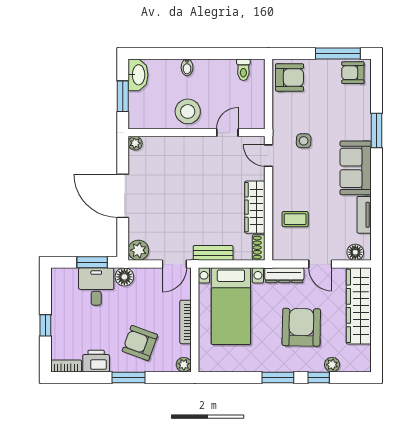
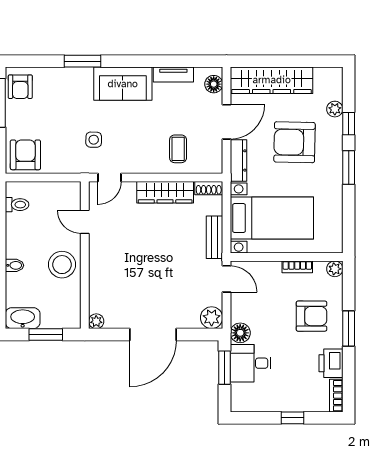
door: (320, 264) -> (226, 122), width x1.38
bookcase: (186, 322) -> (297, 267), width x0.64
armchair: (140, 343) -> (311, 316), turned -110

